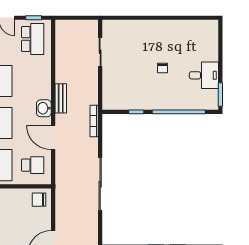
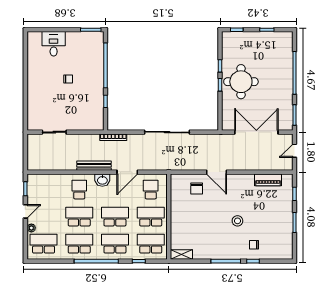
school desk: (33, 39) -> (79, 190), moved, width x0.54
desk: (204, 75) -> (54, 44), moved
bench: (61, 98) -> (94, 166), width x1.36
chair: (39, 200) -> (197, 188), moved

